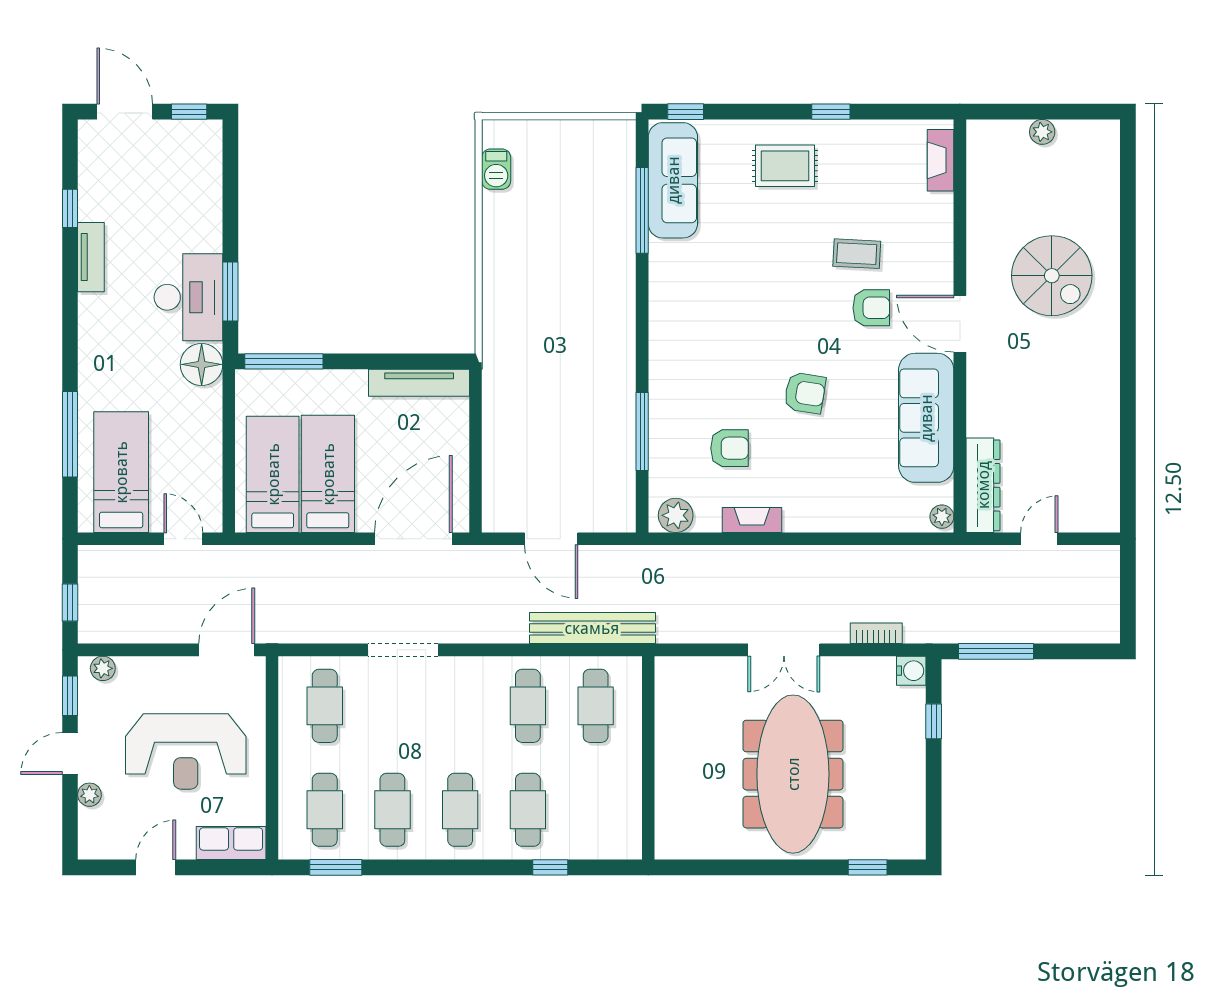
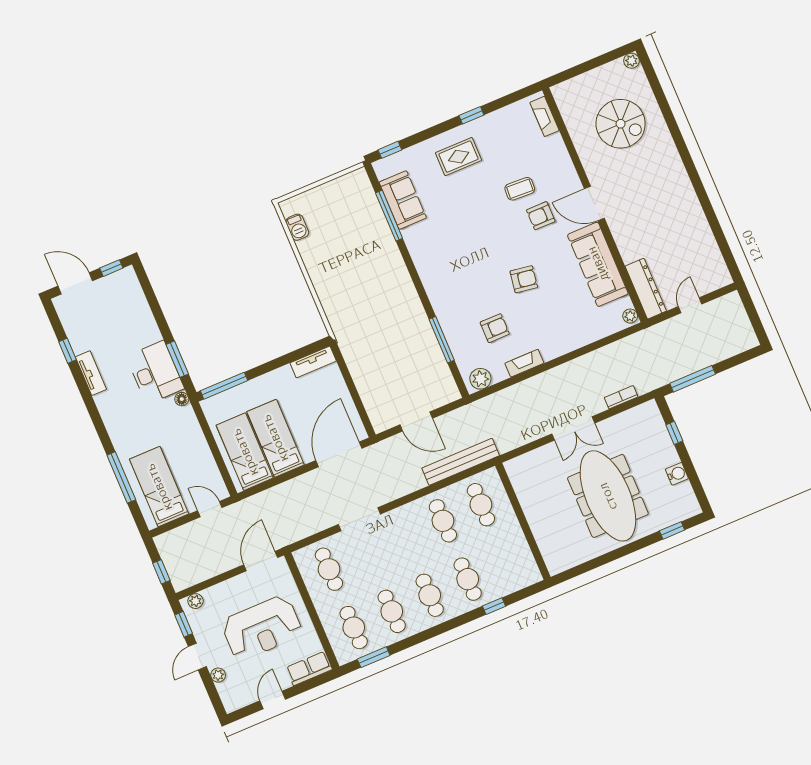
plant: (1042, 132) -> (632, 61), moved
sofa: (673, 180) -> (403, 200), width x0.73
spiral stairs: (1052, 276) -> (621, 124), moved
armchair: (871, 308) -> (541, 216), turned 180
floor lamp: (202, 364) -> (182, 399), width x0.53, depth x0.53
tv unit: (419, 383) -> (313, 362), width x0.71
water cooler: (911, 671) -> (677, 474), moved

